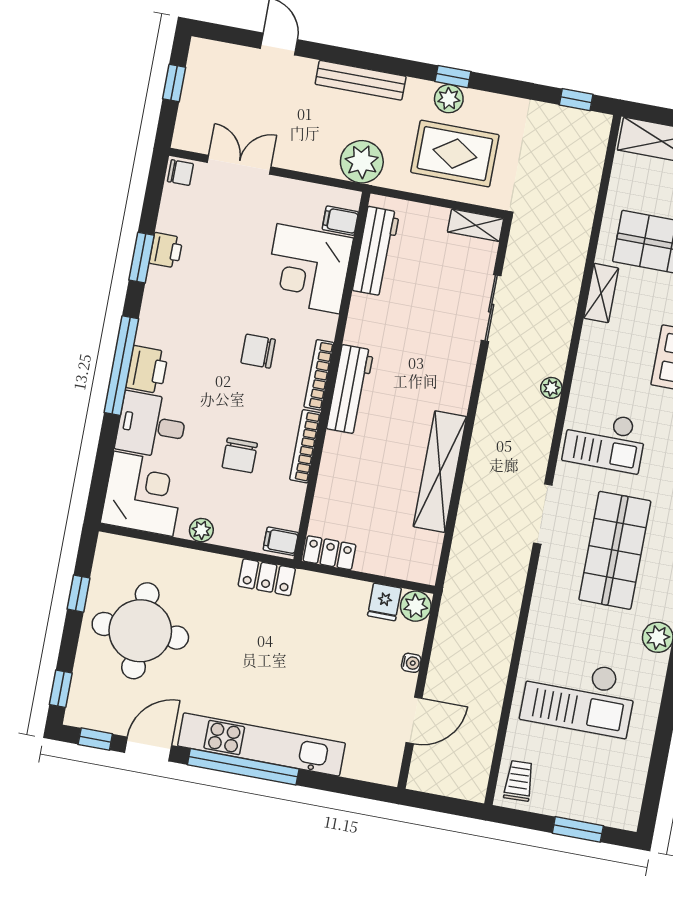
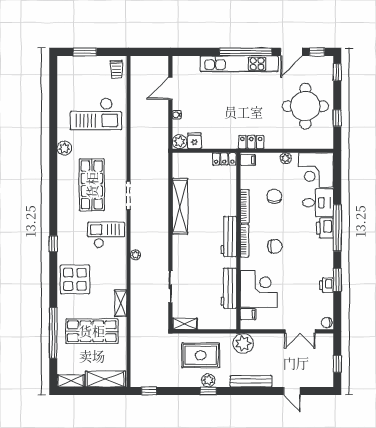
workbench: (376, 251) -> (229, 288), moved
checkout: (579, 696) -> (96, 114), turned 180

